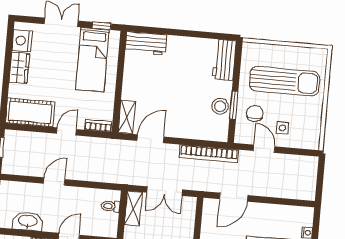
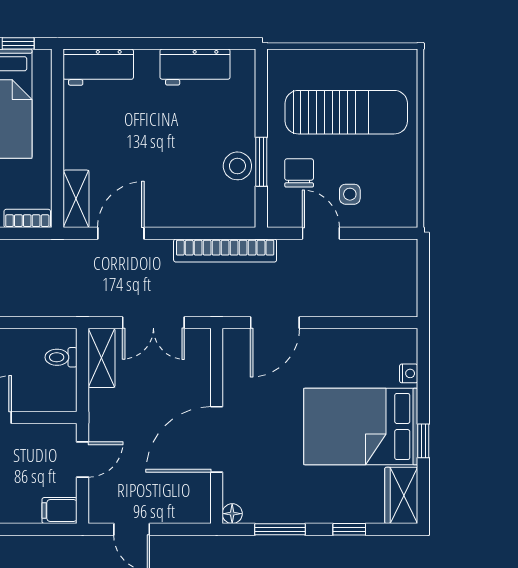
workbench: (224, 60) -> (195, 67), moved, turned -90

